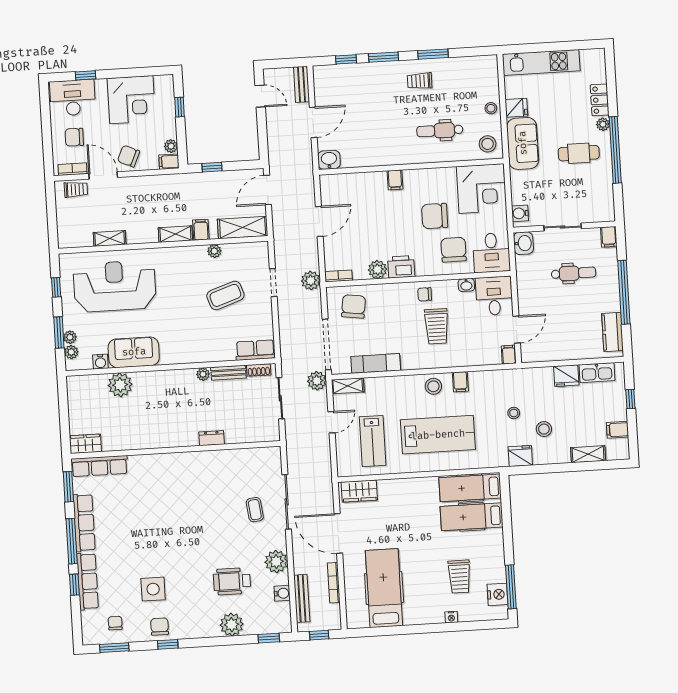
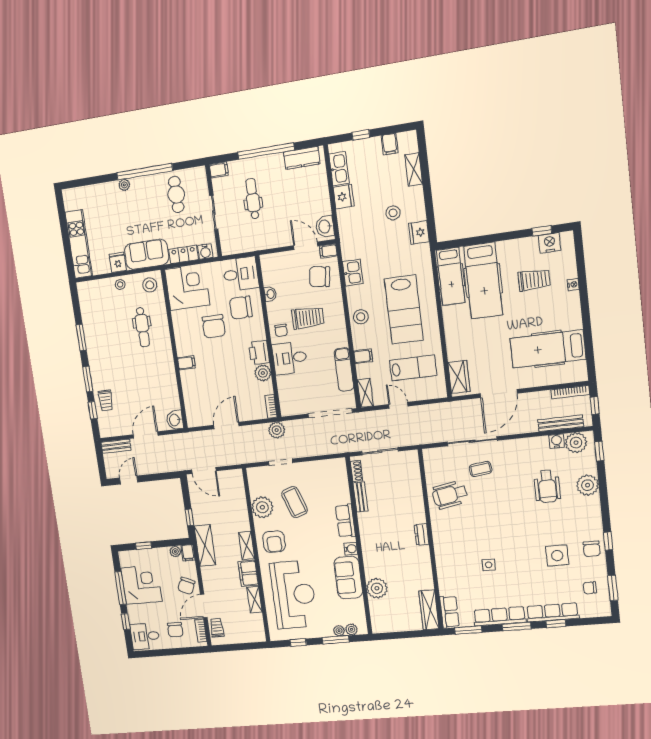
window: (128, 73) -> (120, 588), added
trolley: (420, 81) -> (106, 400), moved
desk: (73, 98) -> (145, 636), width x0.73
locker: (600, 100) -> (184, 254), moved, turned 180
door: (313, 122) -> (146, 435), hinge flipped
cafe table: (579, 153) -> (176, 194), moved
door: (319, 221) -> (226, 425), hinge flipped
shelving: (243, 228) -> (205, 545), moved
filing cabinet: (201, 230) -> (248, 573), moved, width x2.00
washbasin: (523, 243) -> (325, 226), moved, turned -90
plant: (214, 251) -> (262, 507), width x1.87, depth x1.87
armchair: (179, 267) -> (274, 542), added
reception desk: (115, 286) -> (294, 595), turned 180
desk: (494, 296) -> (290, 358), moved
chair: (354, 306) -> (320, 277), moved
row of seats: (255, 350) -> (345, 521), moved
water cooler: (100, 362) -> (351, 549), moved
plant: (203, 374) -> (363, 519), removed
kitchen sink: (483, 380) -> (353, 273), added
plant: (317, 381) -> (363, 420), removed
filing cabinet: (460, 382) -> (363, 356), moved
stool: (514, 413) -> (380, 242), removed
lab bench: (438, 435) -> (404, 310), turned 180
dresser: (212, 438) -> (422, 534), moved
wardrobe: (85, 444) -> (429, 610), width x1.50
row of seats: (99, 466) -> (449, 612), width x0.68
wheelchair: (227, 474) -> (450, 495), added
side table: (144, 513) -> (489, 565), added
hospital bed: (472, 517) -> (483, 281), width x1.37, depth x1.29
window: (72, 541) -> (517, 627), width x0.69
plant: (276, 562) -> (576, 443), moved
bookcase: (334, 583) -> (570, 392), moved
window: (511, 587) -> (542, 231), width x0.46
chair: (160, 627) -> (592, 549), turned -90

